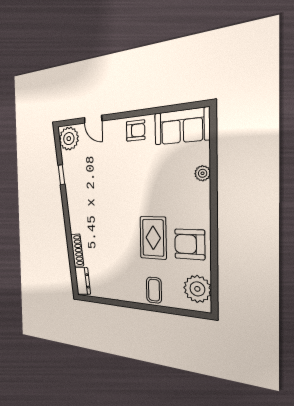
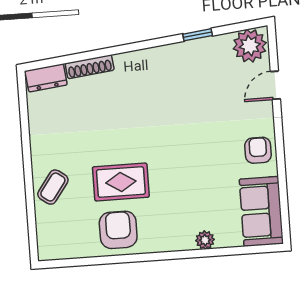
armchair: (136, 131) -> (258, 150), turned 180
plant: (197, 289) -> (65, 242), removed
coffee table: (154, 290) -> (53, 187), turned -54

